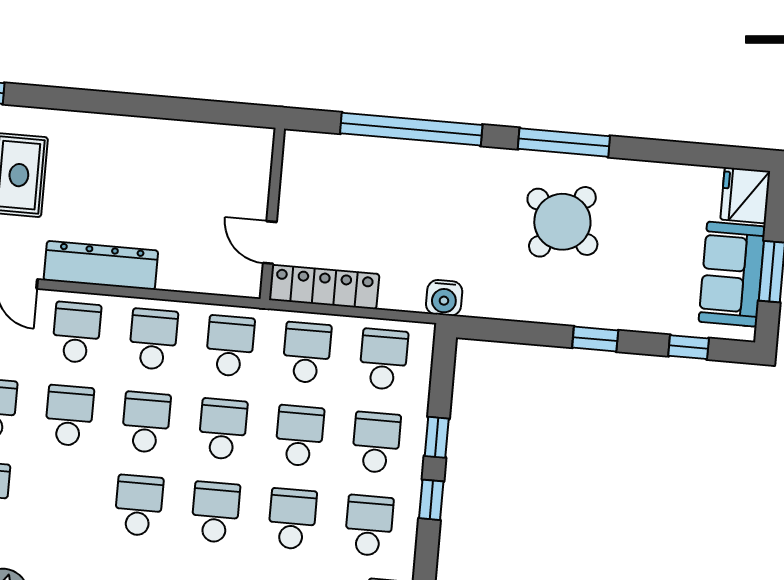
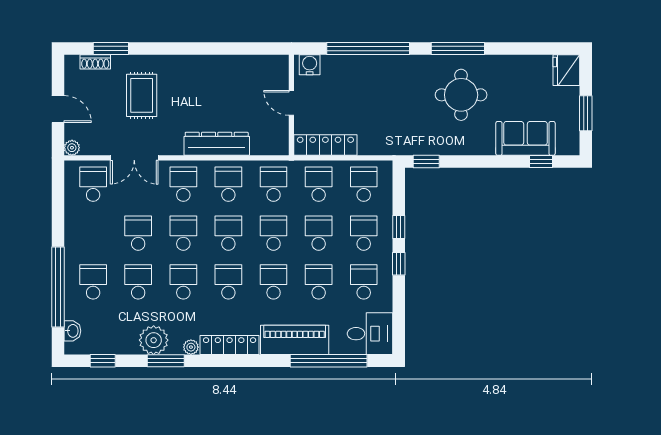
round table: (562, 222) -> (461, 95), turned -38
door: (270, 242) -> (291, 103), moved
dresser: (101, 265) -> (217, 144), moved
sofa: (732, 274) -> (525, 138), moved, turned 90
water cooler: (444, 298) -> (310, 65), moved, turned 180
window: (595, 339) -> (426, 162), moved
school desk: (62, 499) -> (183, 282), added

